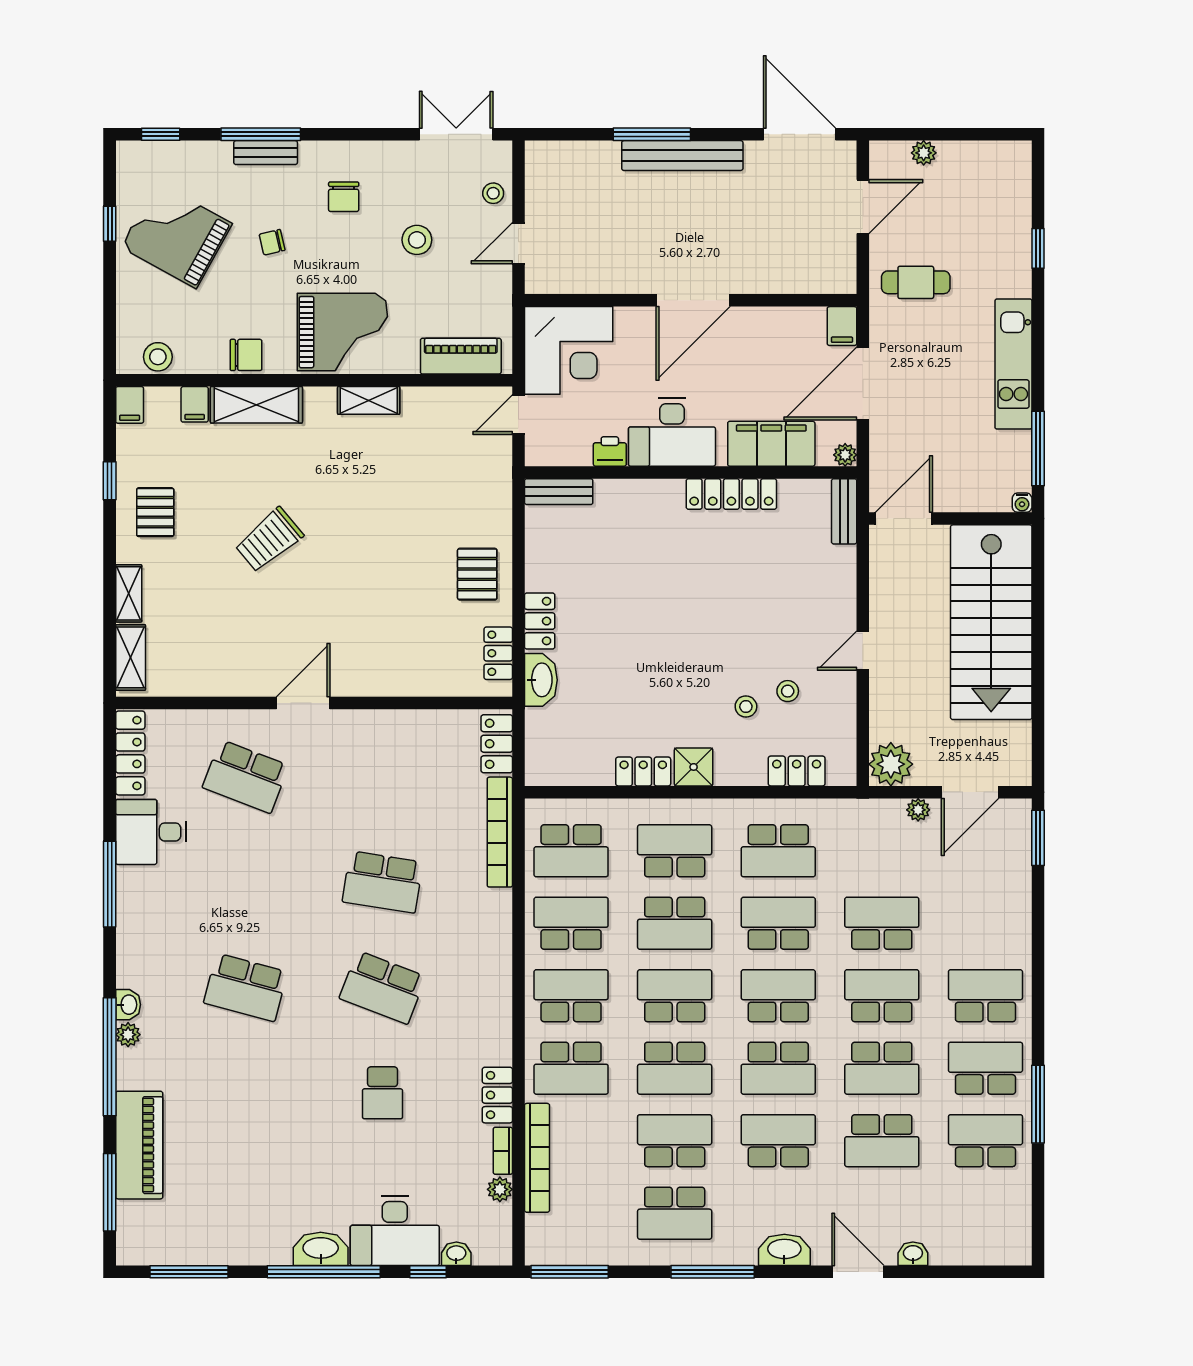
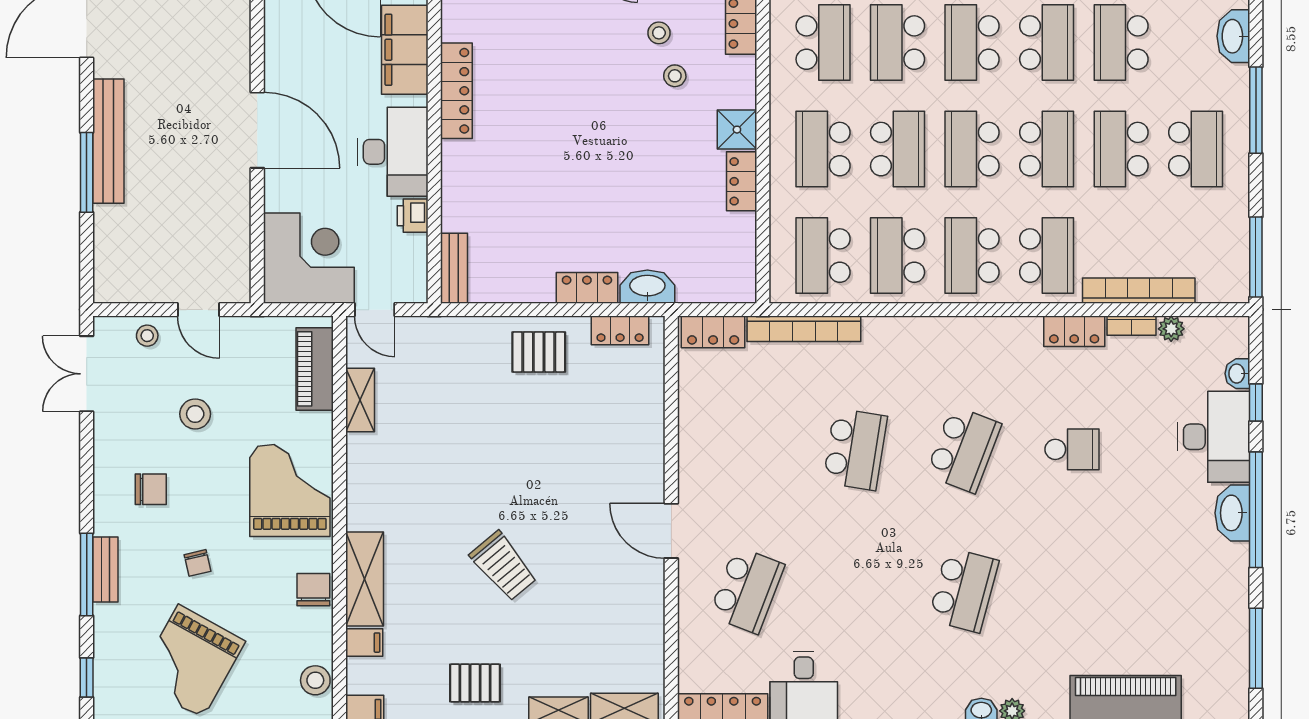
shelving: (369, 400) -> (360, 400), moved
school desk: (571, 851) -> (823, 256), turned 180

